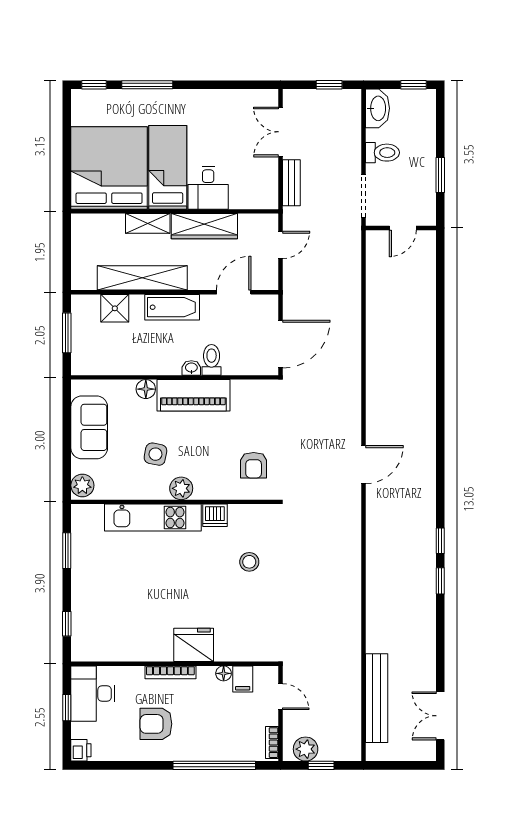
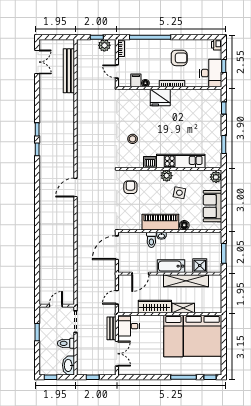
desk: (208, 188) -> (129, 326), moved, turned -90

